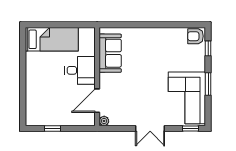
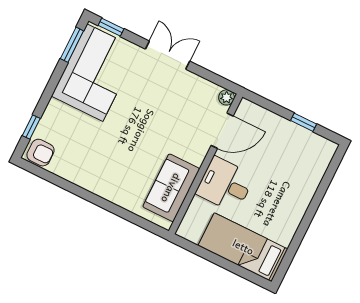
window: (208, 84) -> (72, 45), moved

